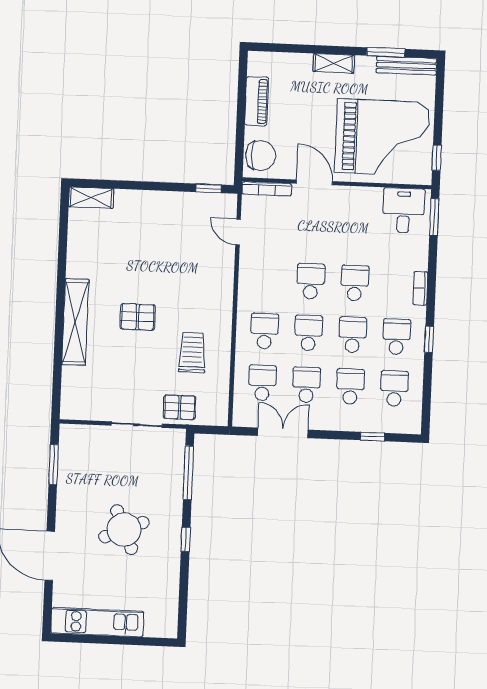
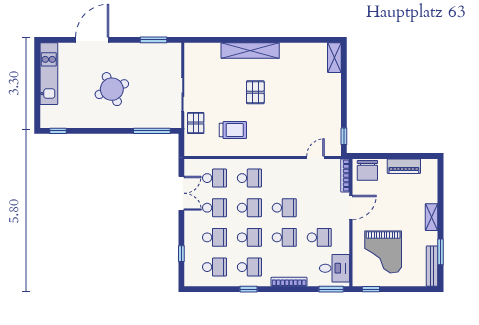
grand piano: (382, 137) -> (383, 252), width x0.73, depth x0.68
school desk: (357, 231) -> (319, 237), added
bookcase: (420, 288) -> (289, 282), width x1.56
window: (186, 539) -> (58, 131), moved

